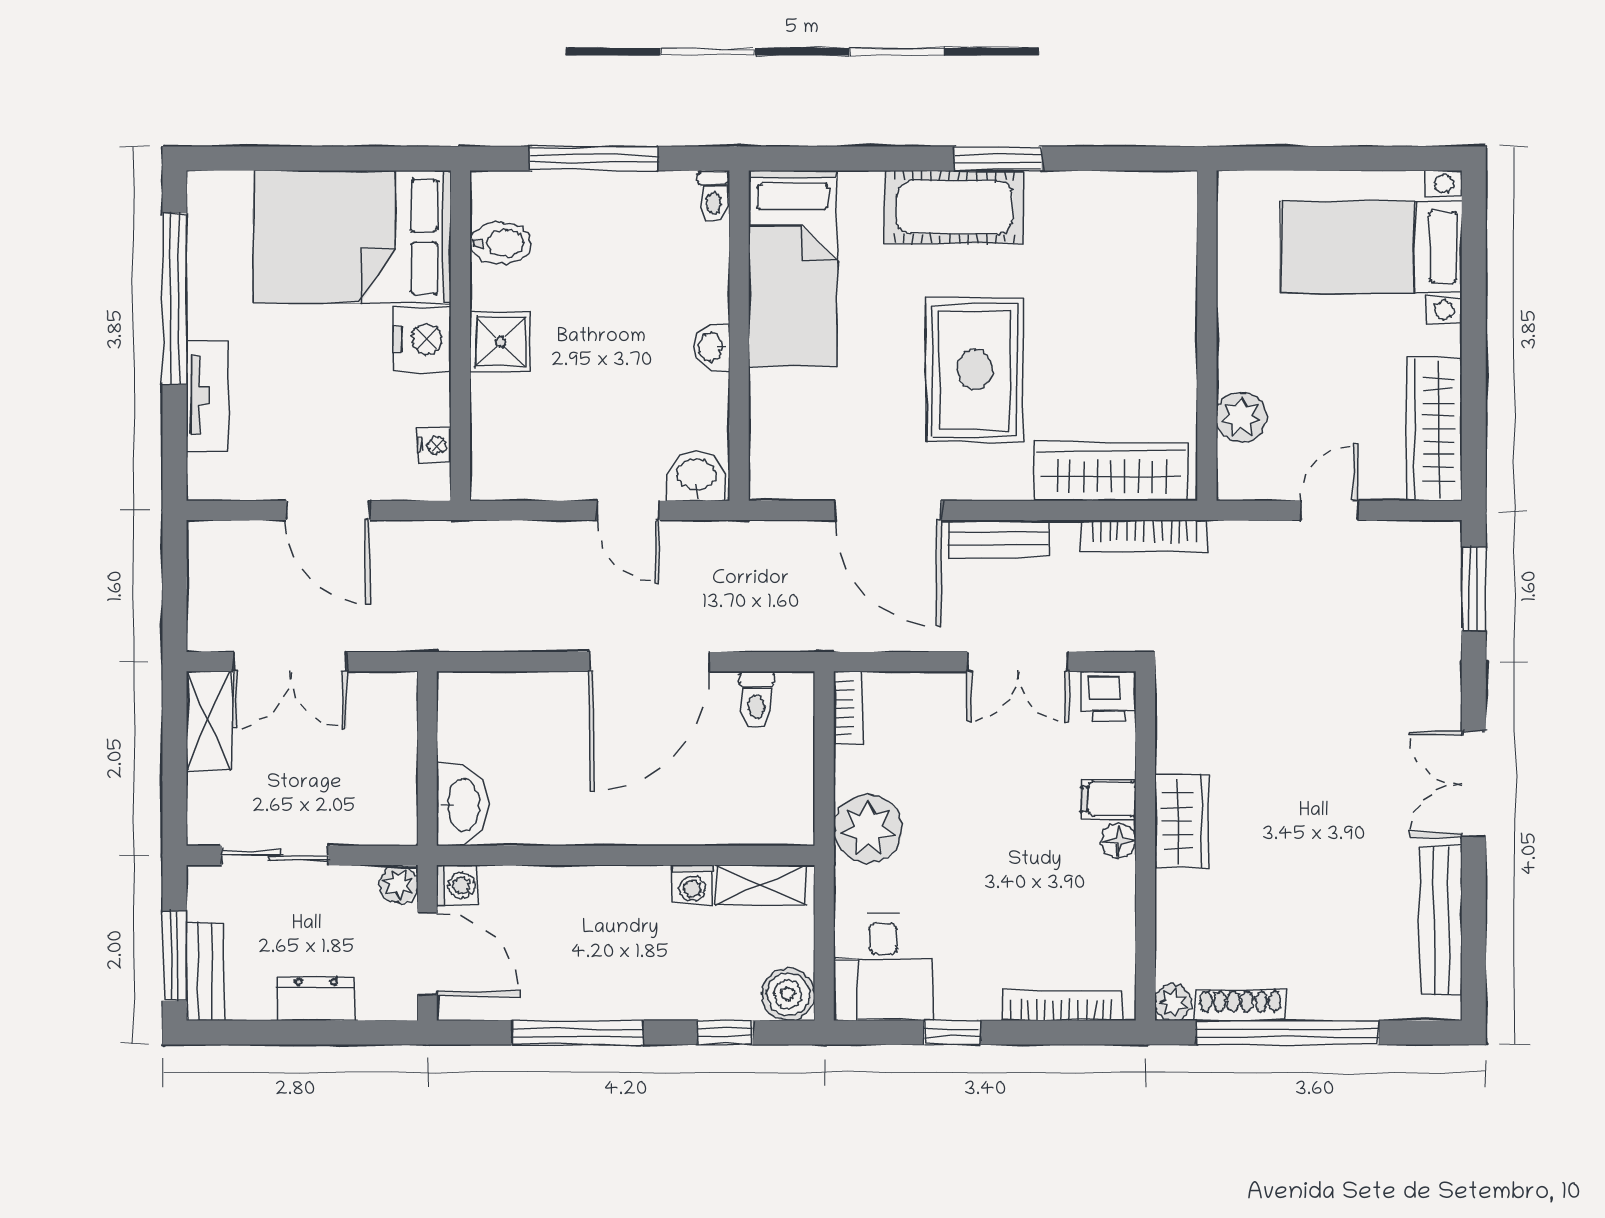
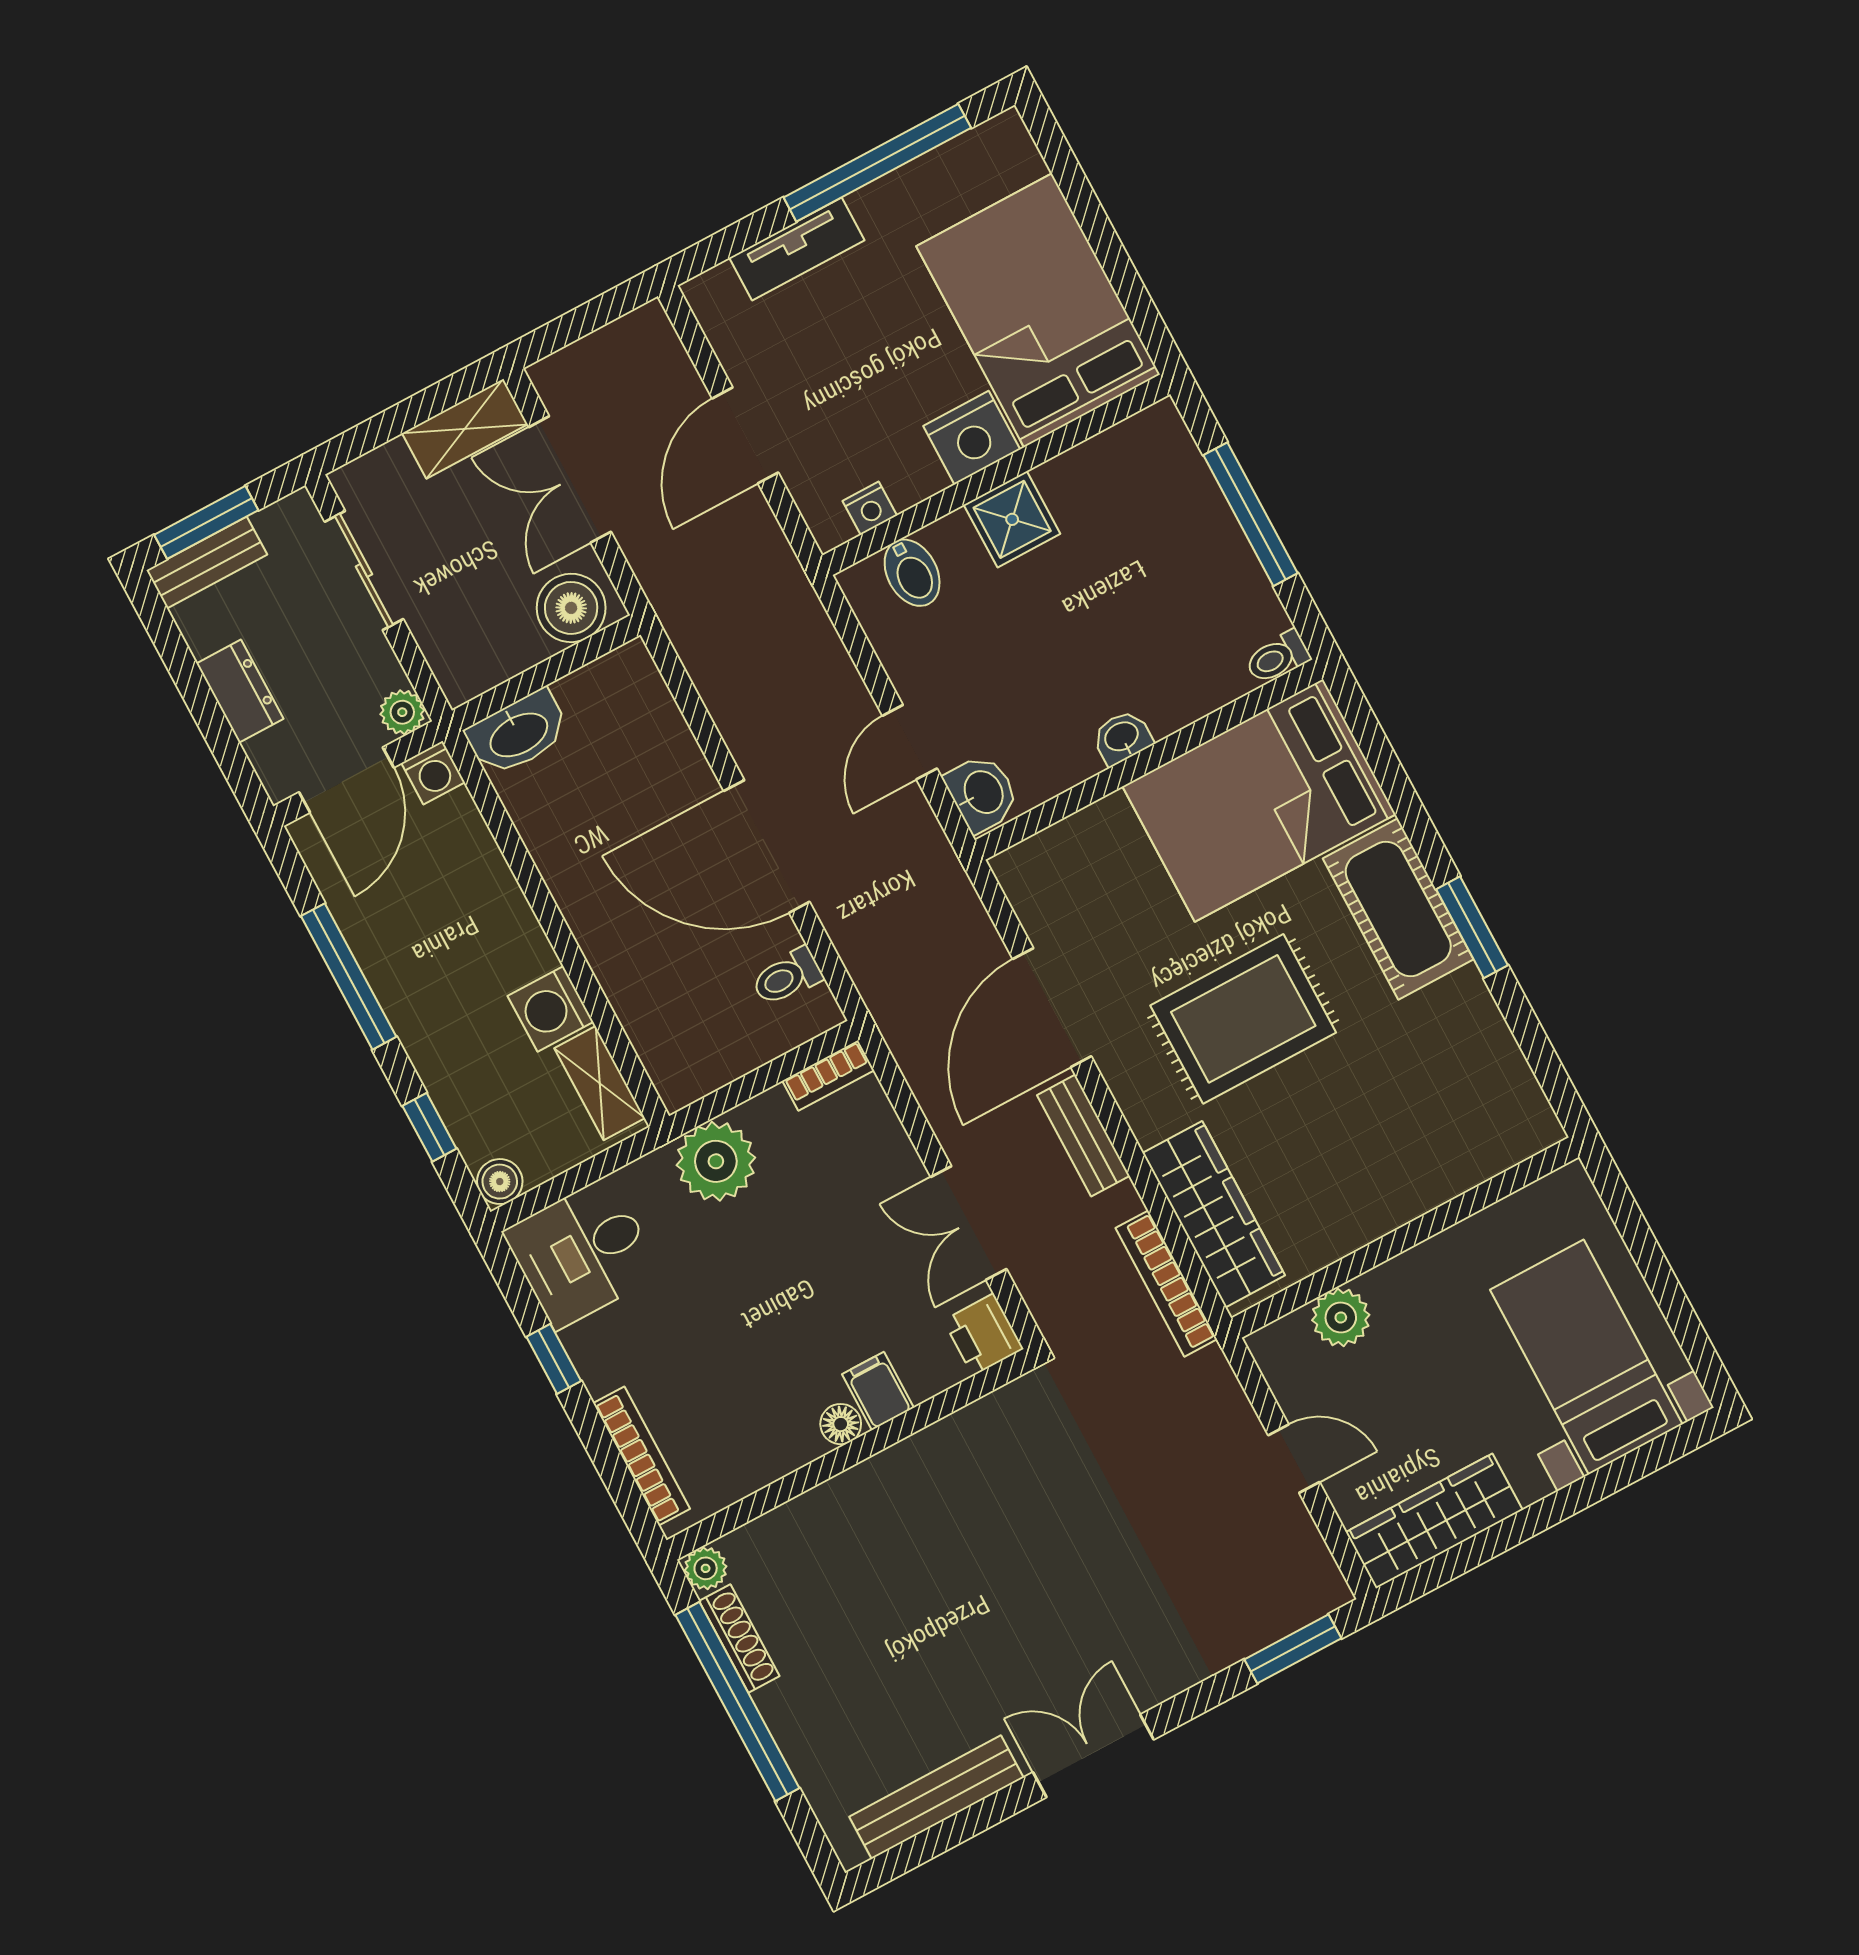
bidet: (500, 243) -> (912, 573), moved
bed: (793, 269) -> (1259, 800), width x1.50
boiler: (388, 713) -> (571, 608), added
wardrobe: (1182, 821) -> (896, 1478), removed
washing machine: (692, 885) -> (551, 1009), width x1.38, depth x1.38
boiler: (788, 994) -> (500, 1182), width x0.73, depth x0.73

